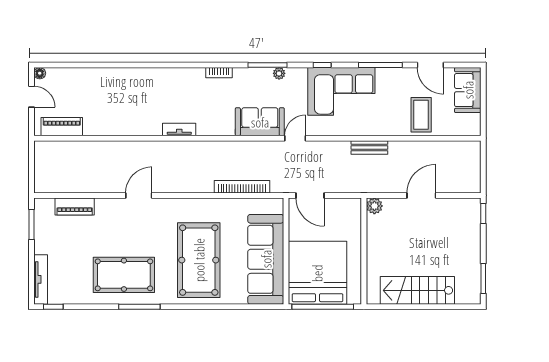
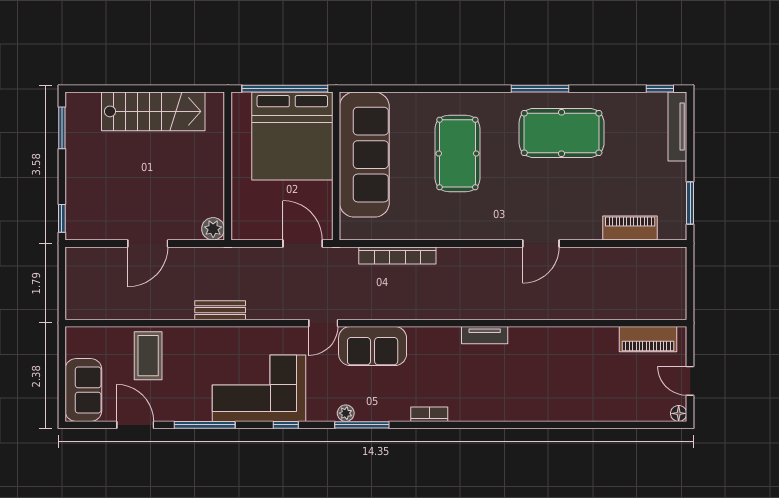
pool table: (199, 260) -> (457, 153), width x0.73, depth x0.76

